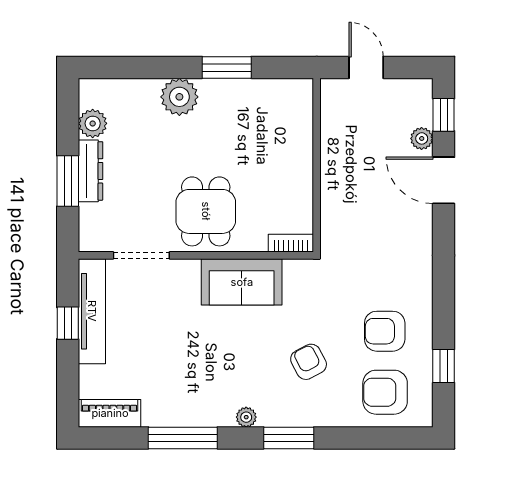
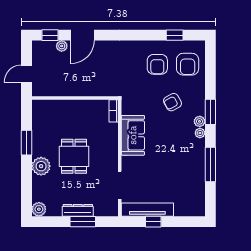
plant: (93, 123) -> (39, 209), moved
dining table: (206, 211) -> (74, 156), moved, turned 90
piano: (110, 413) -> (198, 201), removed
plant: (270, 416) -> (200, 121), added

